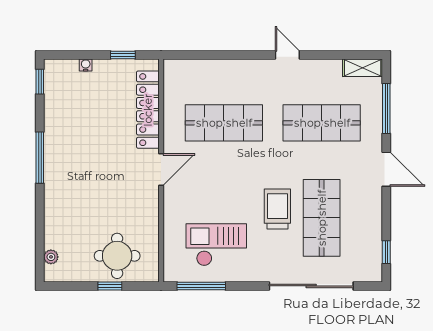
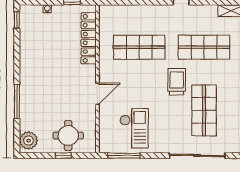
window: (40, 158) -> (17, 101), moved
door: (161, 169) -> (97, 94), moved
trolley: (277, 209) -> (177, 82), moved
checkout: (216, 245) -> (134, 128), turned 90
plant: (51, 257) -> (29, 141), width x1.87, depth x1.87

